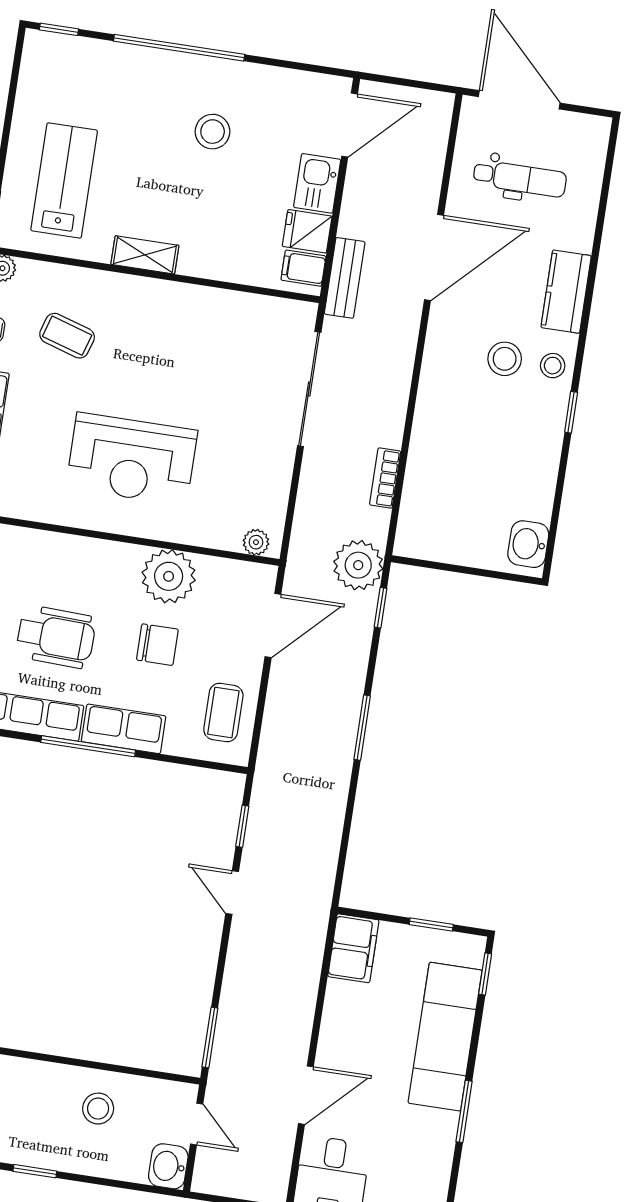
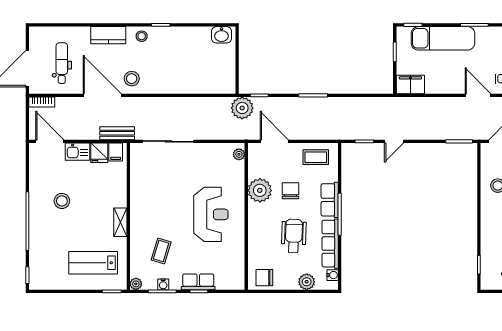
stool: (505, 359) -> (132, 79), moved
bookcase: (385, 478) -> (42, 102), moved

